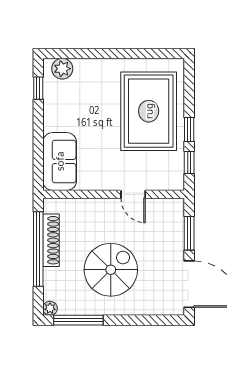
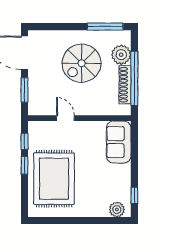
plant: (50, 308) -> (121, 55), moved, width x1.88, depth x1.88

